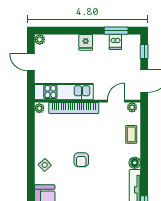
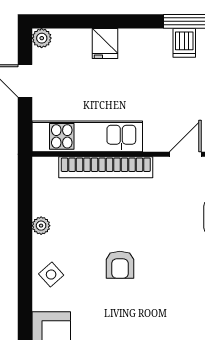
fridge: (86, 42) -> (105, 44), moved
plant: (39, 108) -> (41, 226), moved

